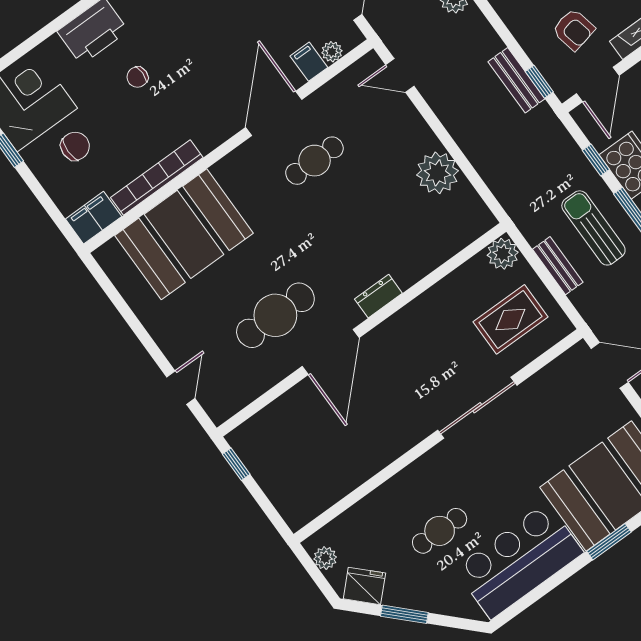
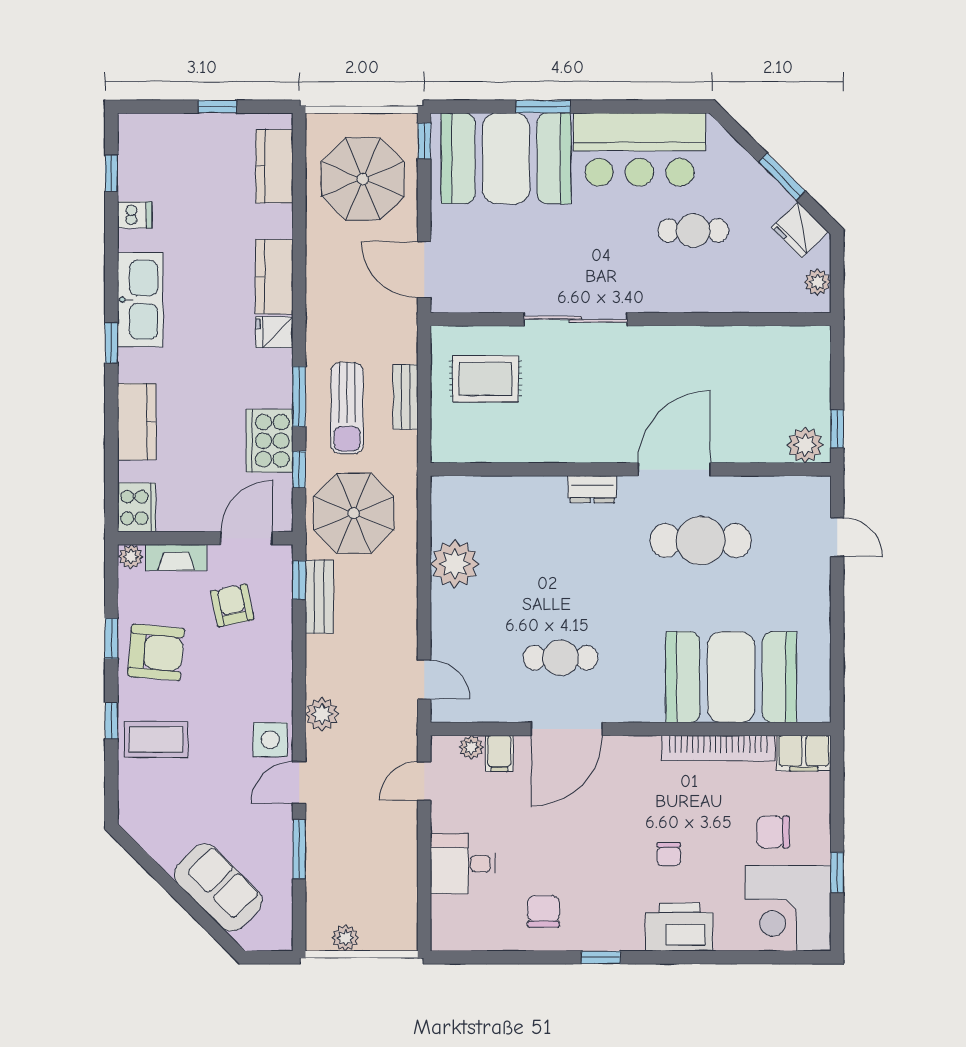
chair: (137, 77) -> (669, 854), turned 90
parasol: (535, 157) -> (354, 513), added
plant: (503, 254) -> (805, 445), moved
door: (181, 388) -> (837, 537), swing flipped

